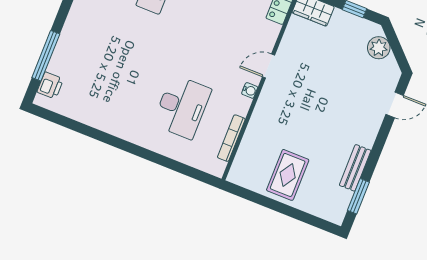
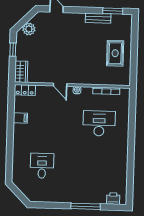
window: (46, 56) -> (86, 206), moved
rug: (288, 175) -> (115, 53), turned 90

